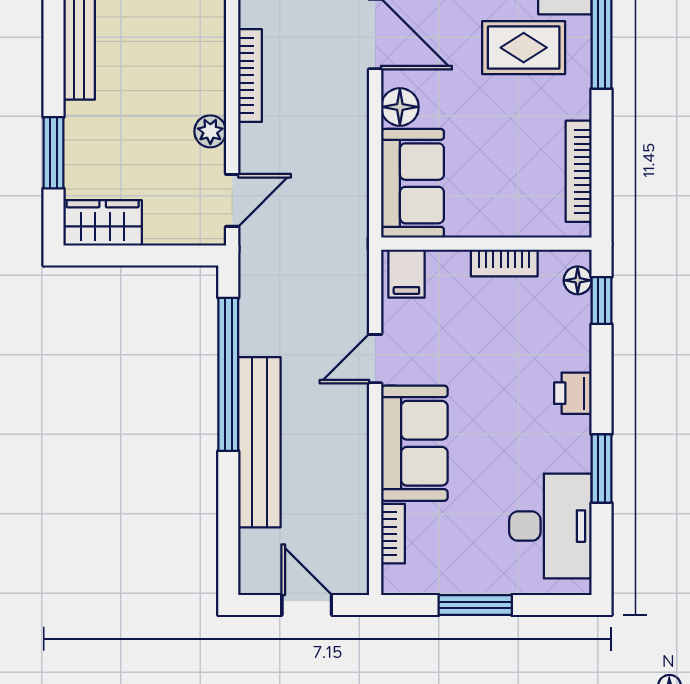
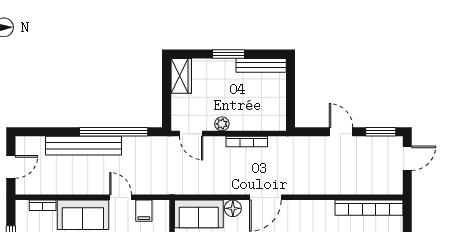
window: (53, 153) -> (228, 54), moved
filing cabinet: (406, 274) -> (144, 211), moved, turned -90

